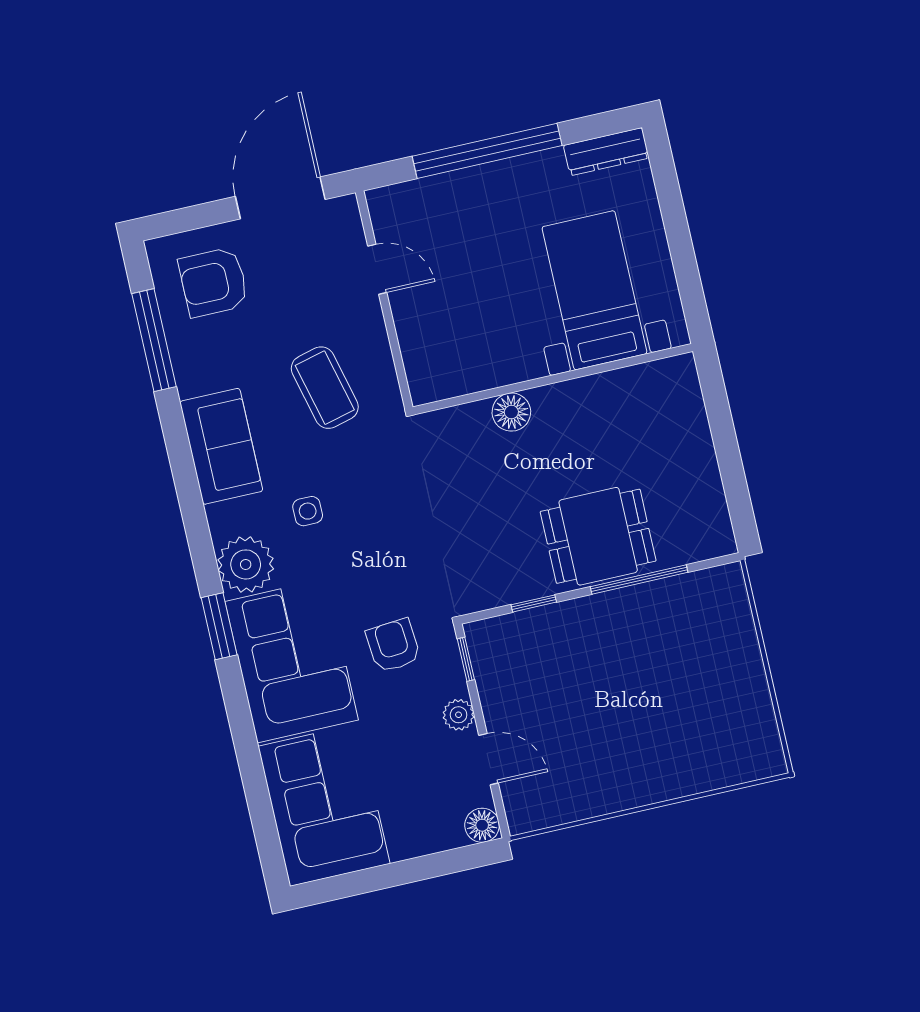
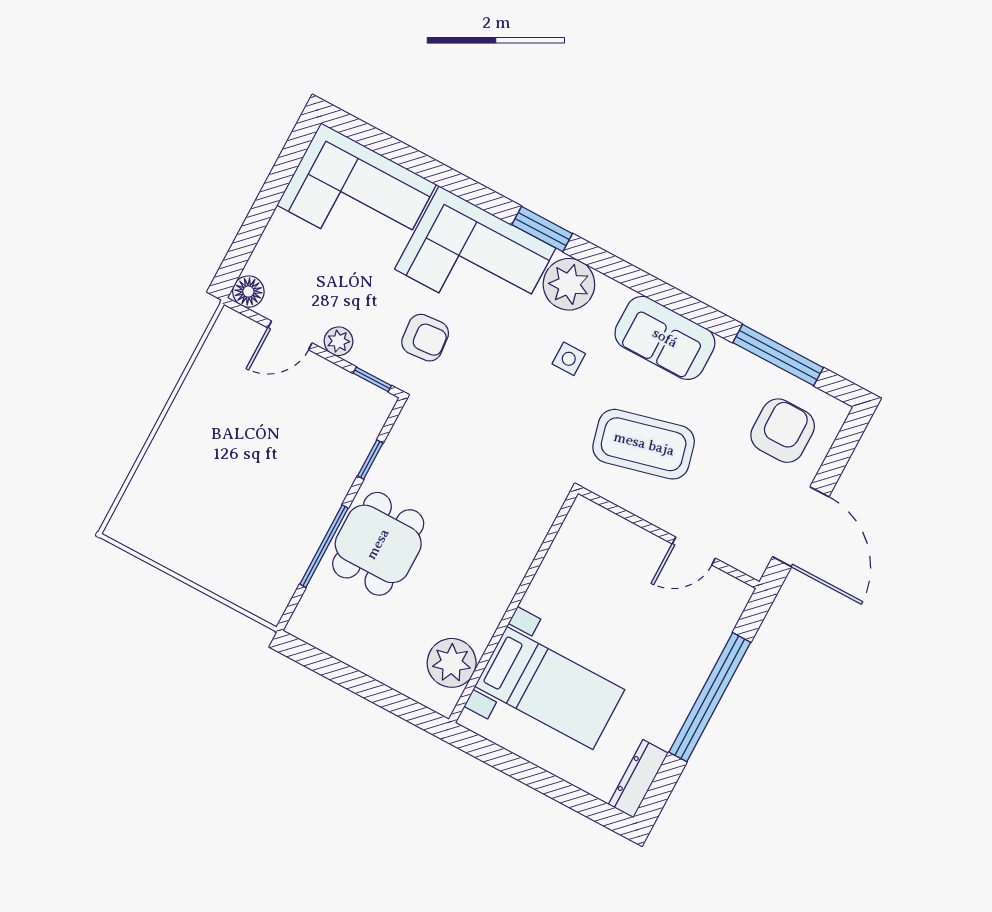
coffee table: (325, 388) -> (644, 444), width x1.36, depth x1.32
plant: (644, 390) -> (452, 663), added
floor lamp: (511, 412) -> (515, 558), removed

